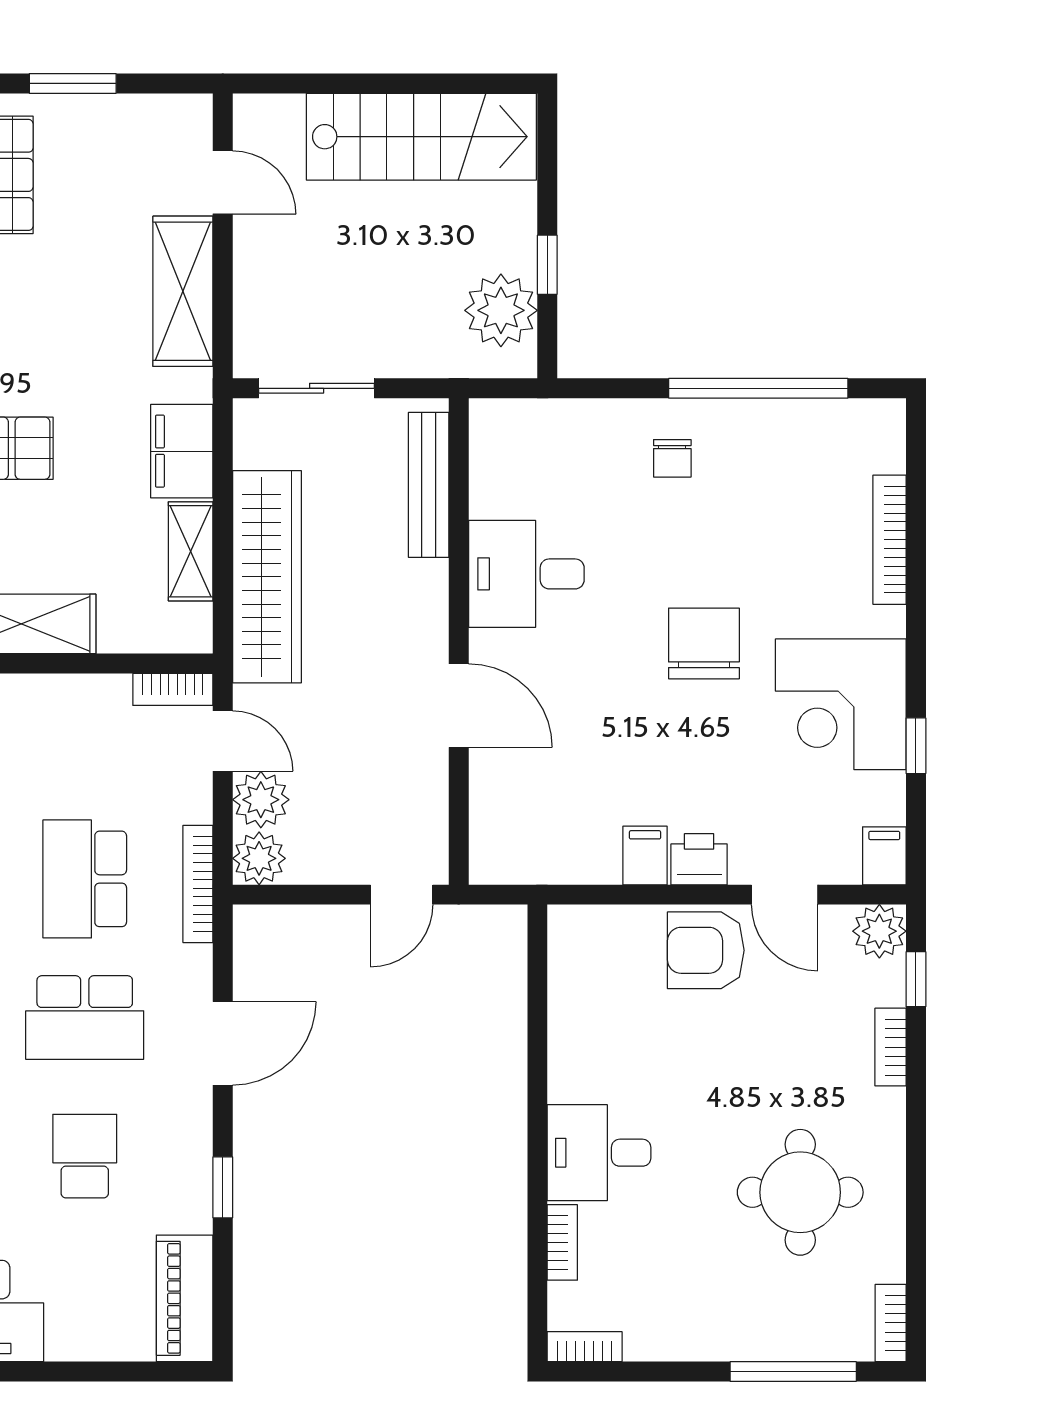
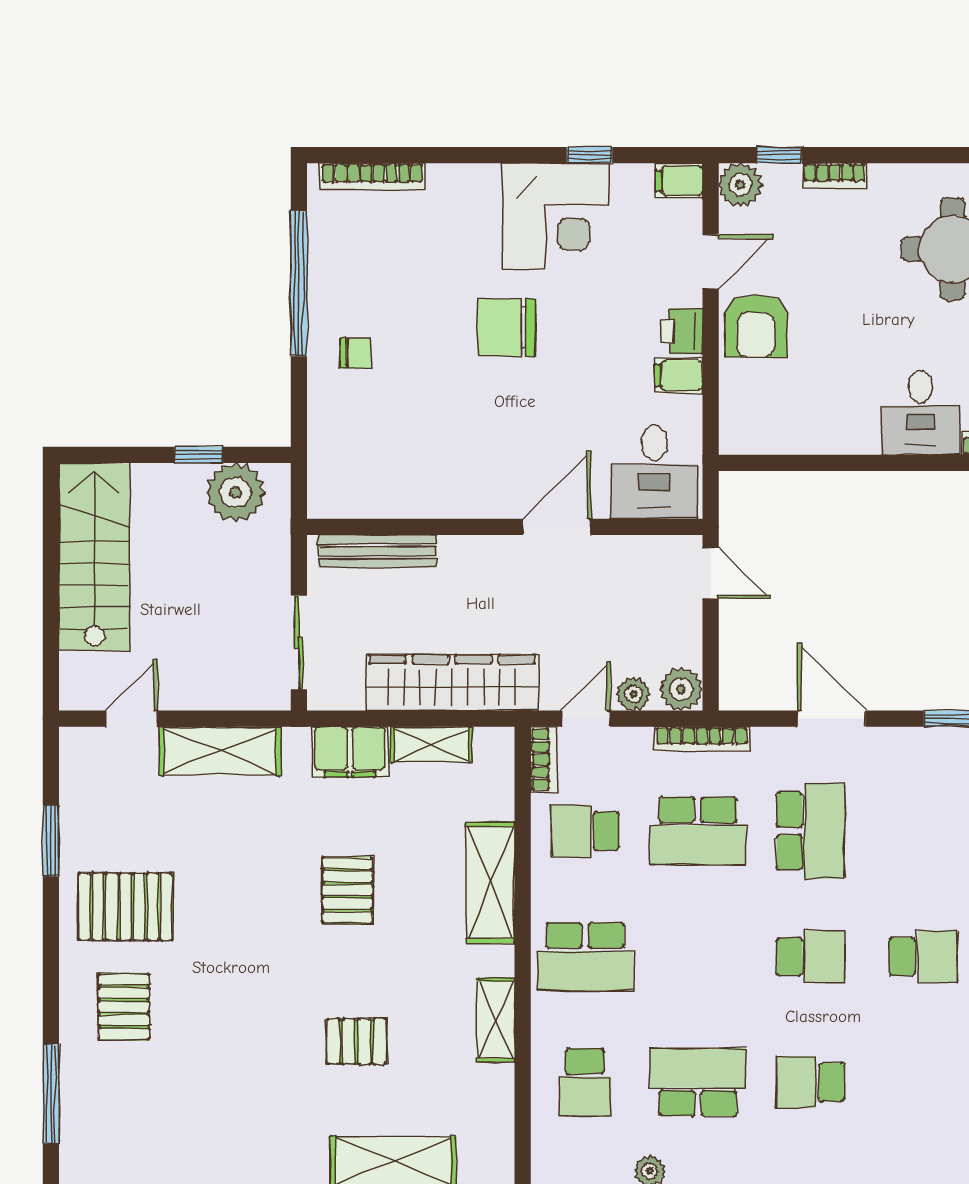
bookcase: (890, 540) -> (372, 176), moved
desk: (526, 574) -> (654, 472), moved
plant: (261, 800) -> (633, 694), width x0.73, depth x0.73
school desk: (85, 1156) -> (585, 831), moved

